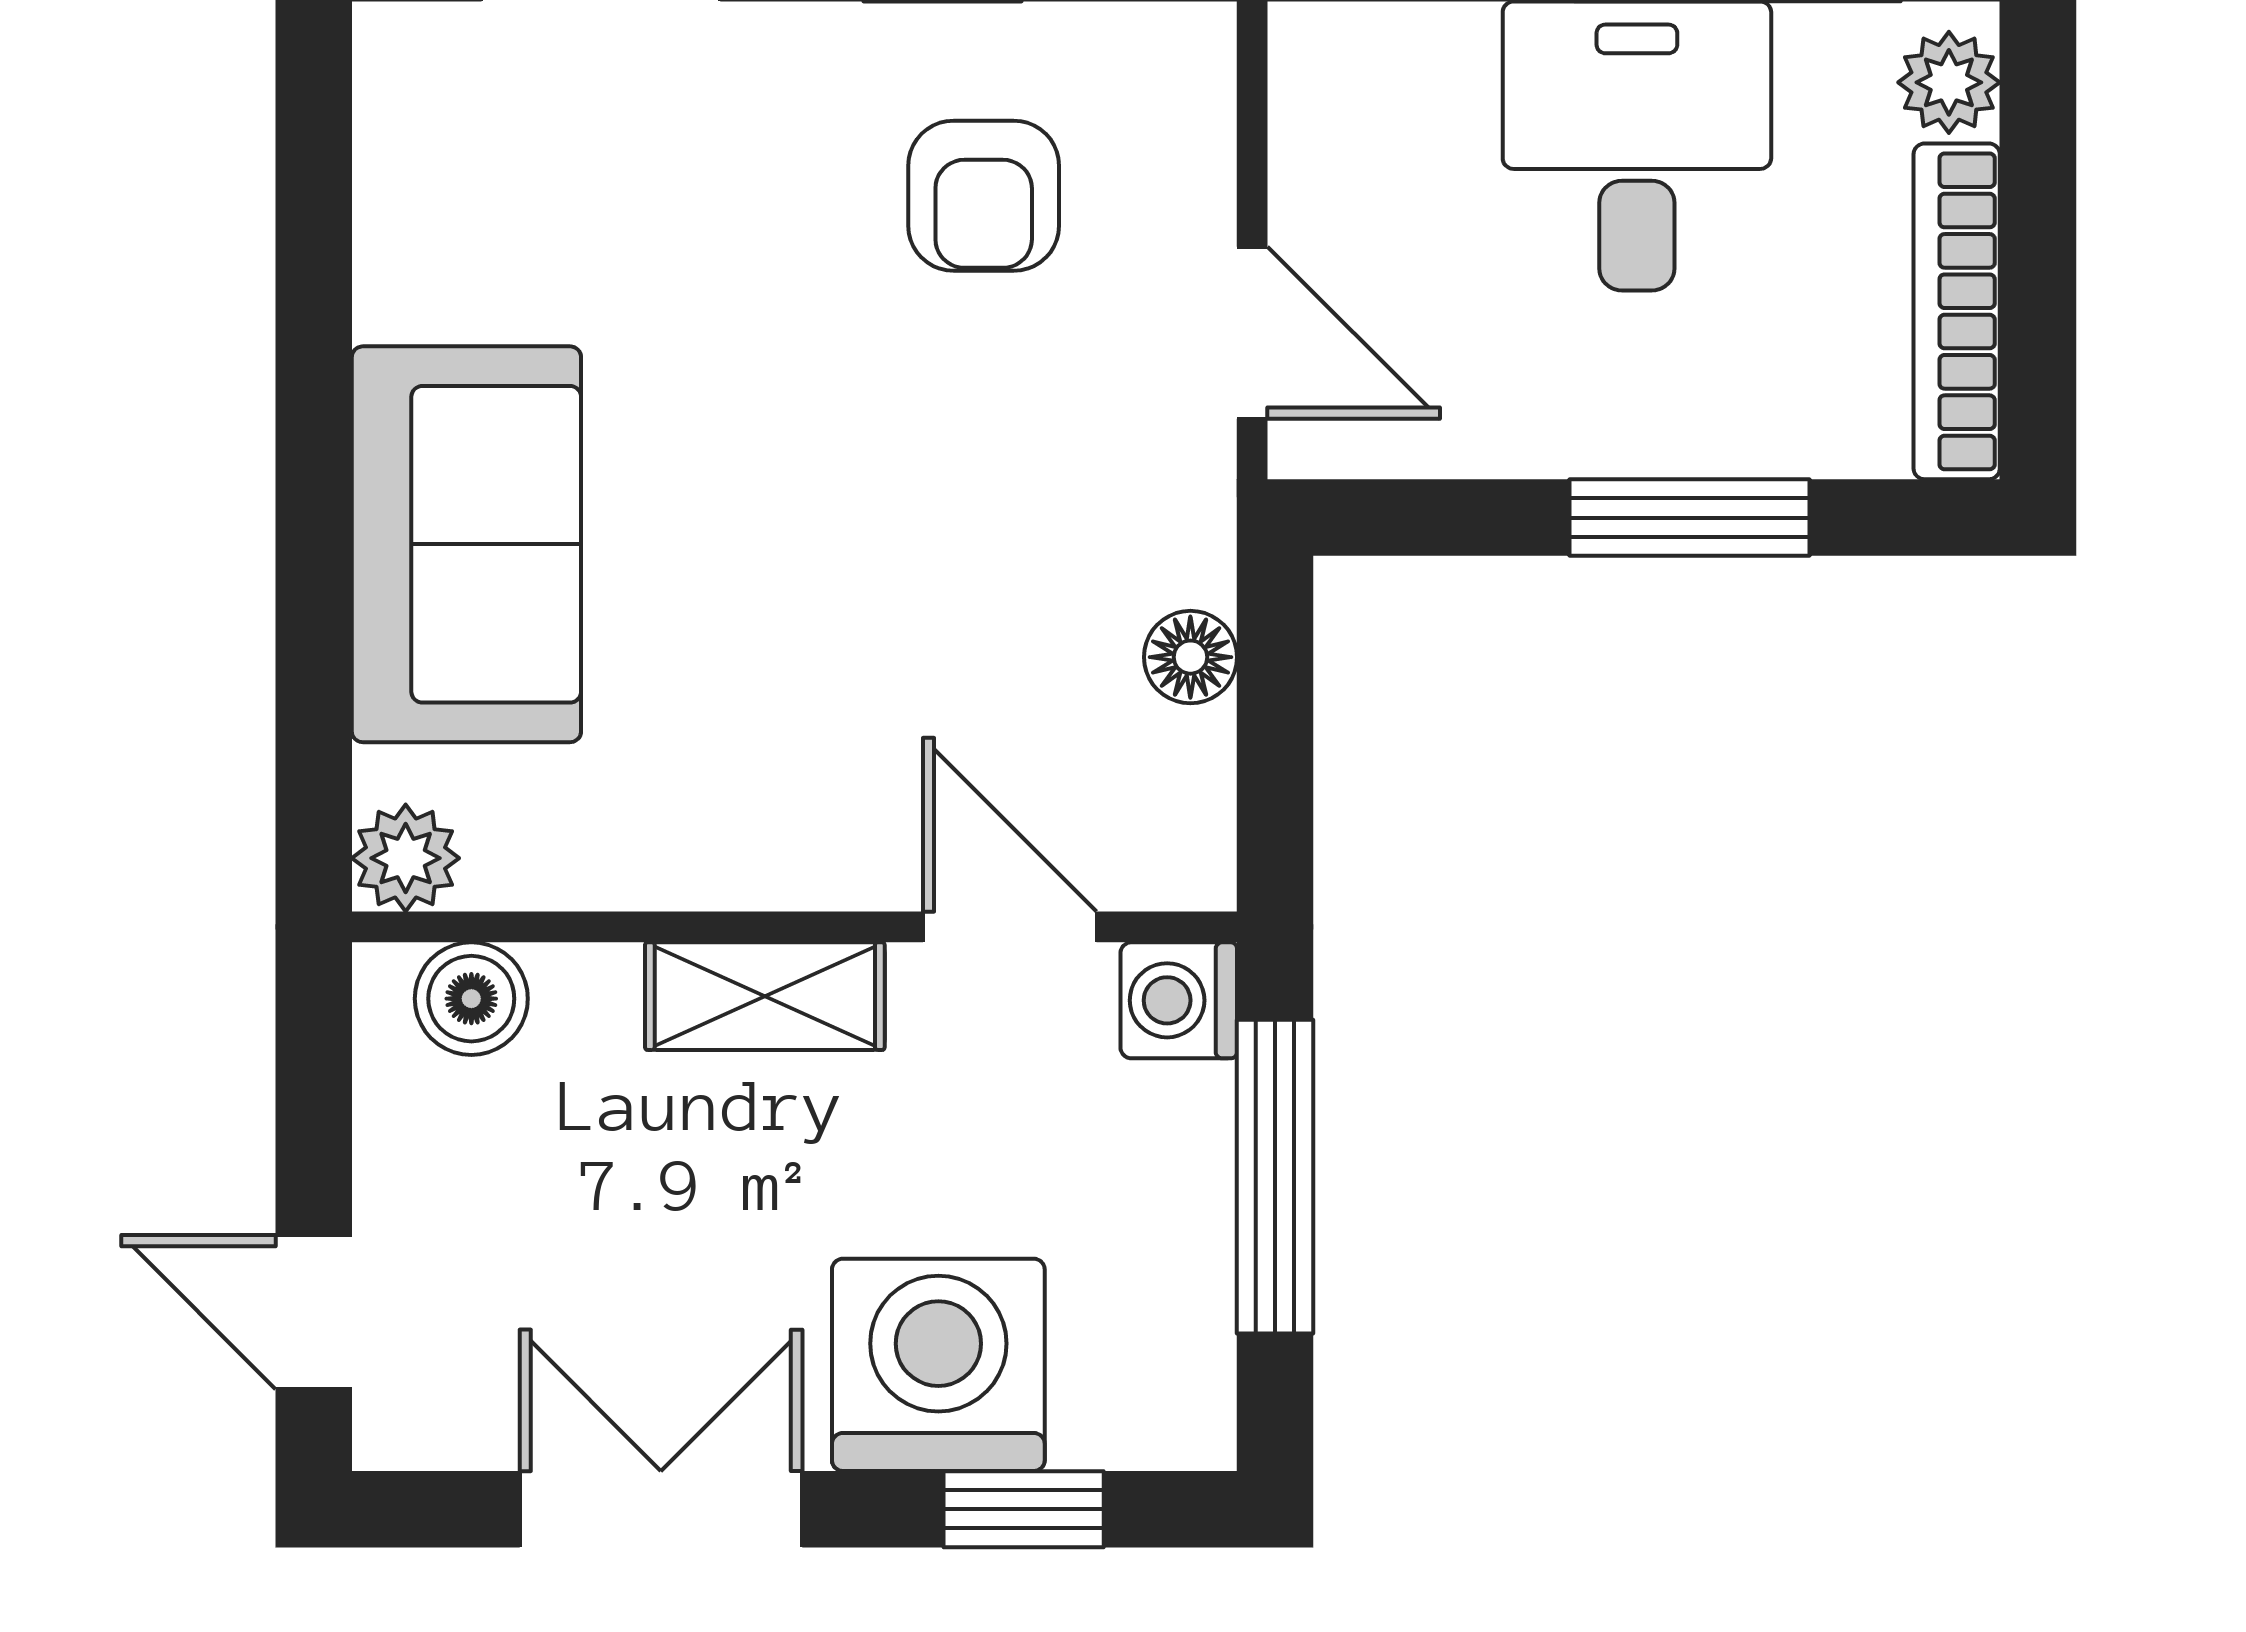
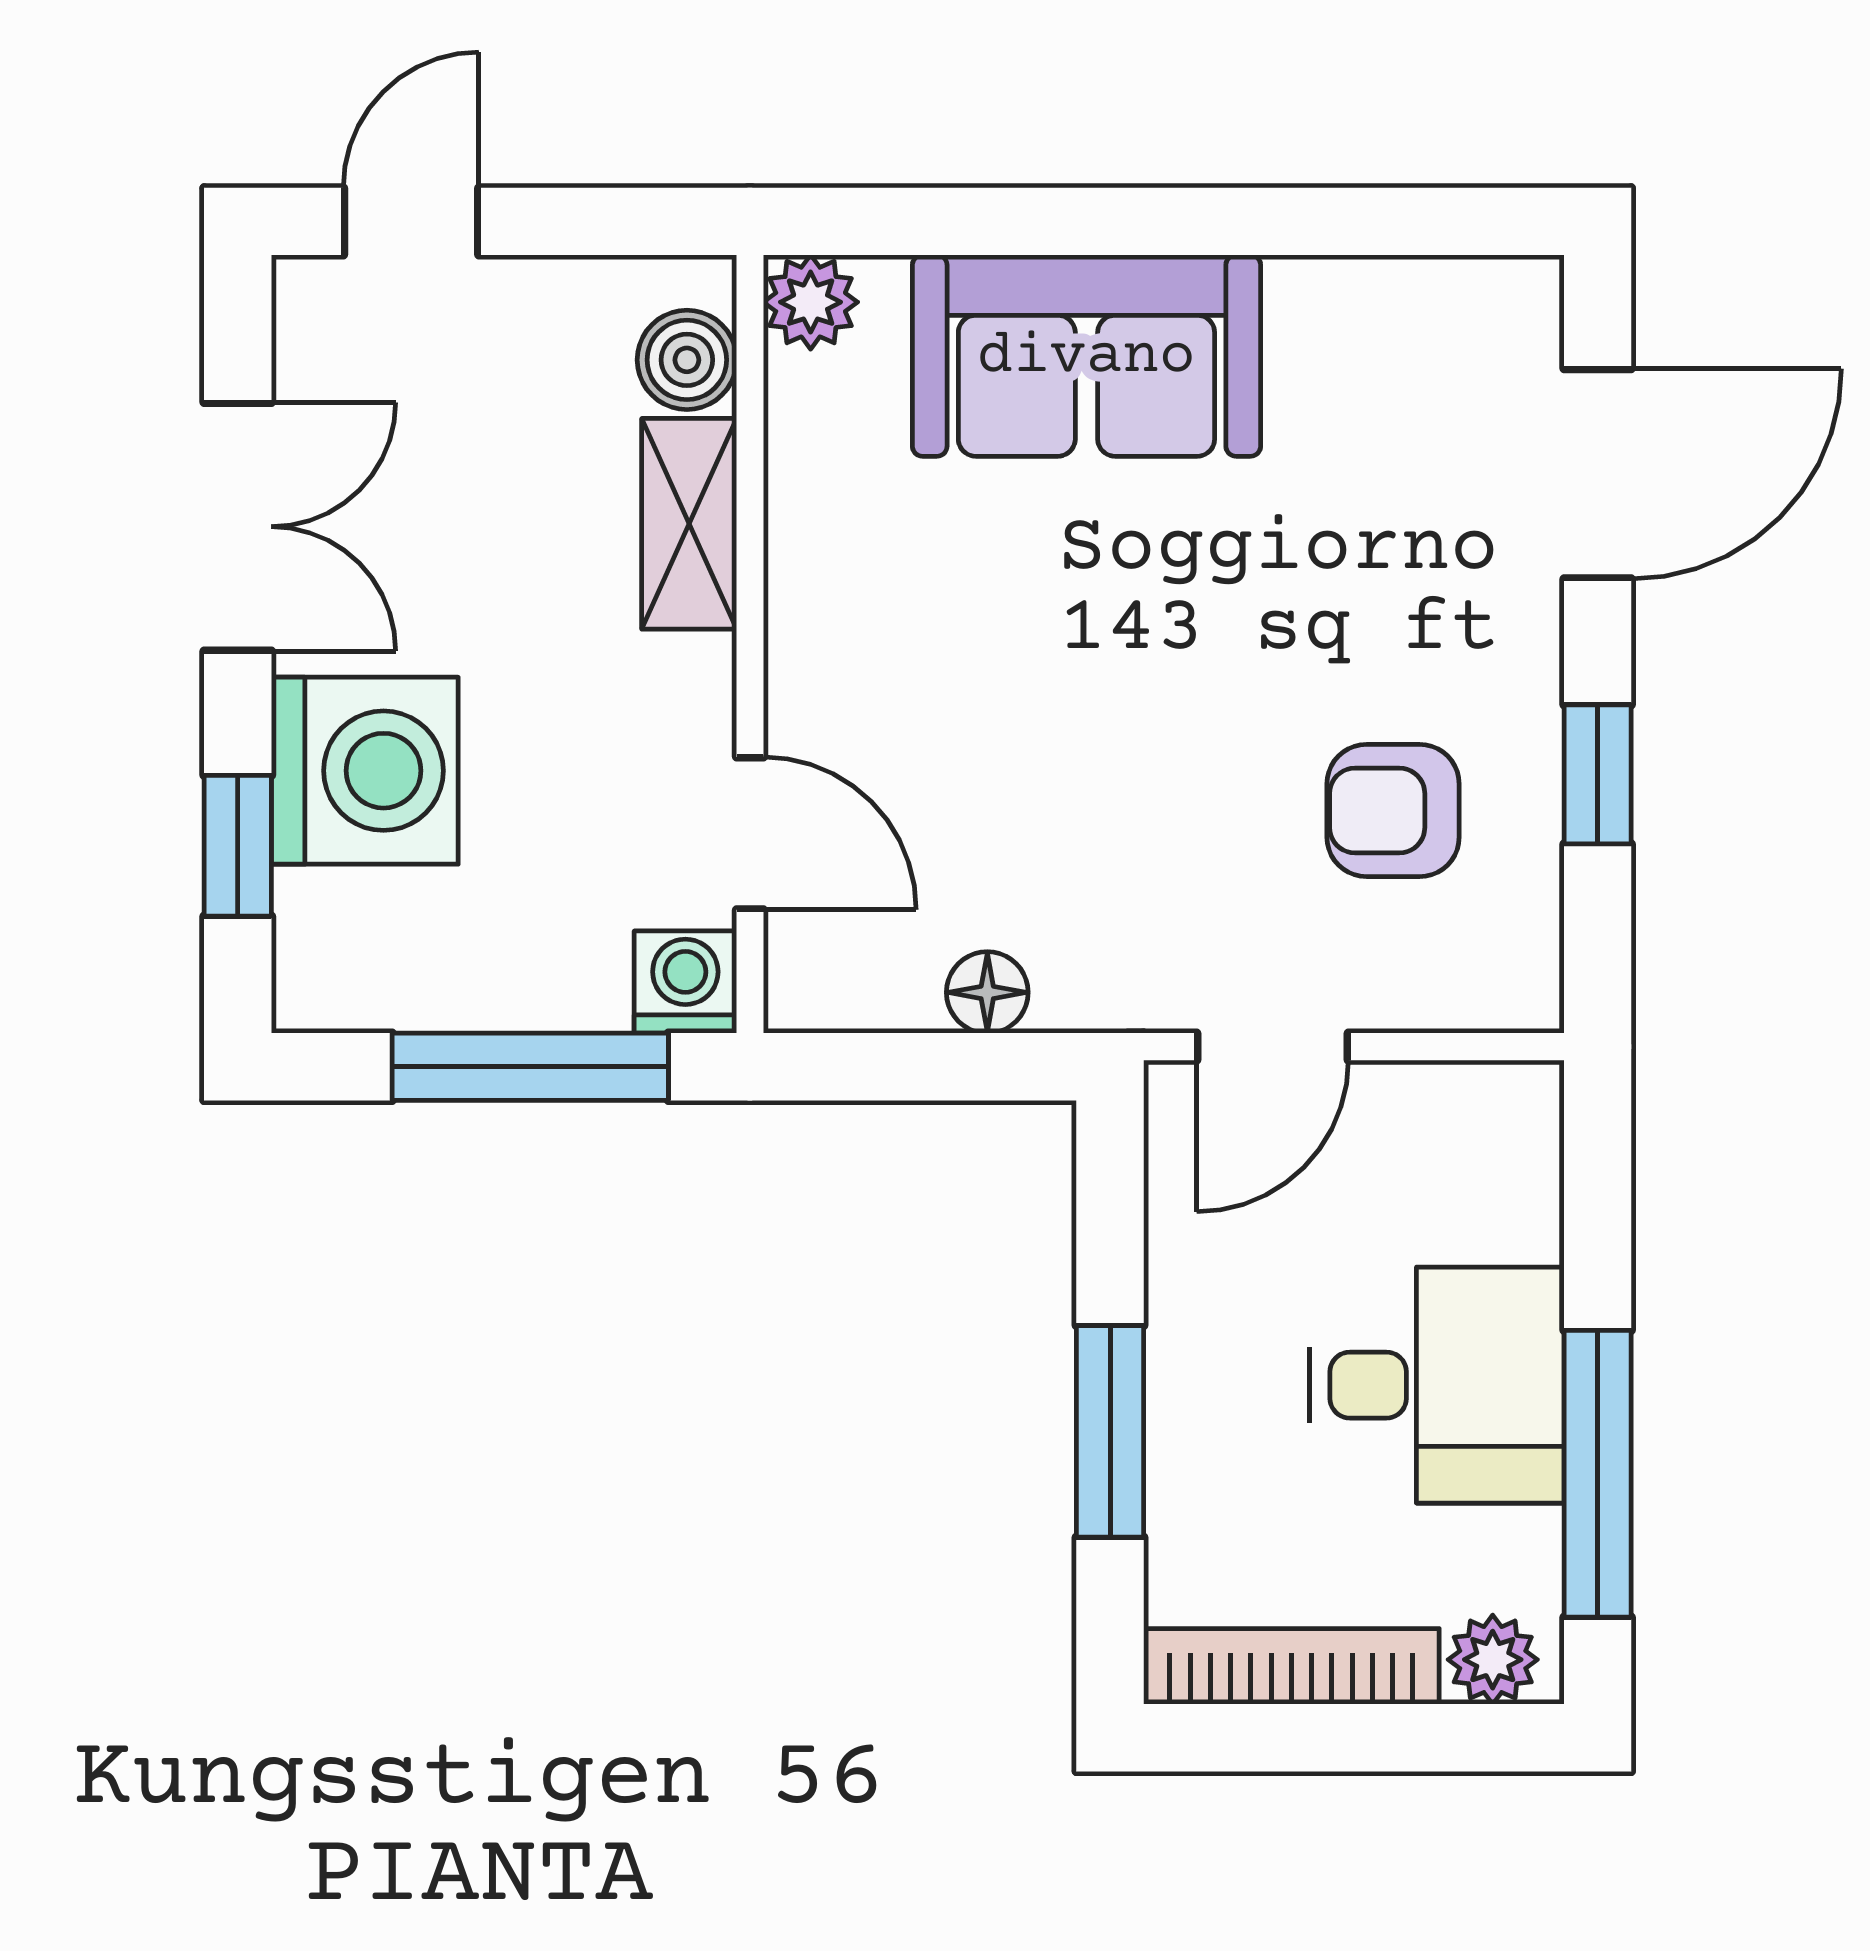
door: (1010, 927) -> (750, 833), hinge flipped
shelving: (765, 996) -> (689, 524), moved

